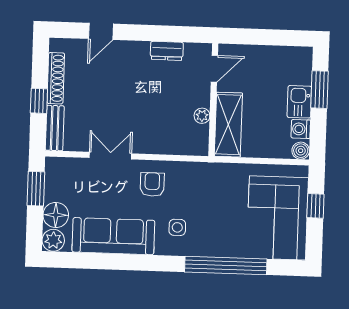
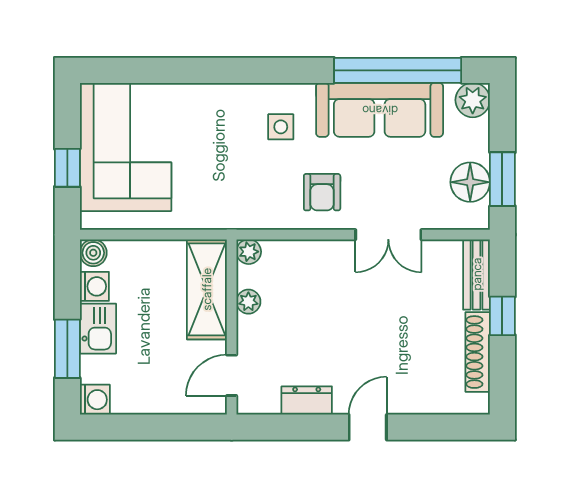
door: (101, 31) -> (368, 427), moved
washing machine: (303, 56) -> (95, 400), added
plant: (201, 148) -> (249, 252), added
floor lamp: (56, 215) -> (470, 182), moved
window: (226, 265) -> (398, 70), moved

